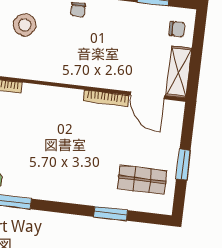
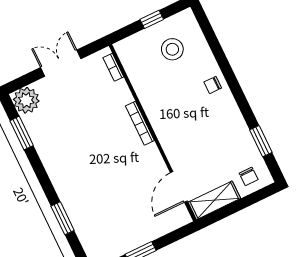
bookcase: (106, 98) -> (140, 123), moved
shop shelf: (142, 180) -> (107, 226), removed

